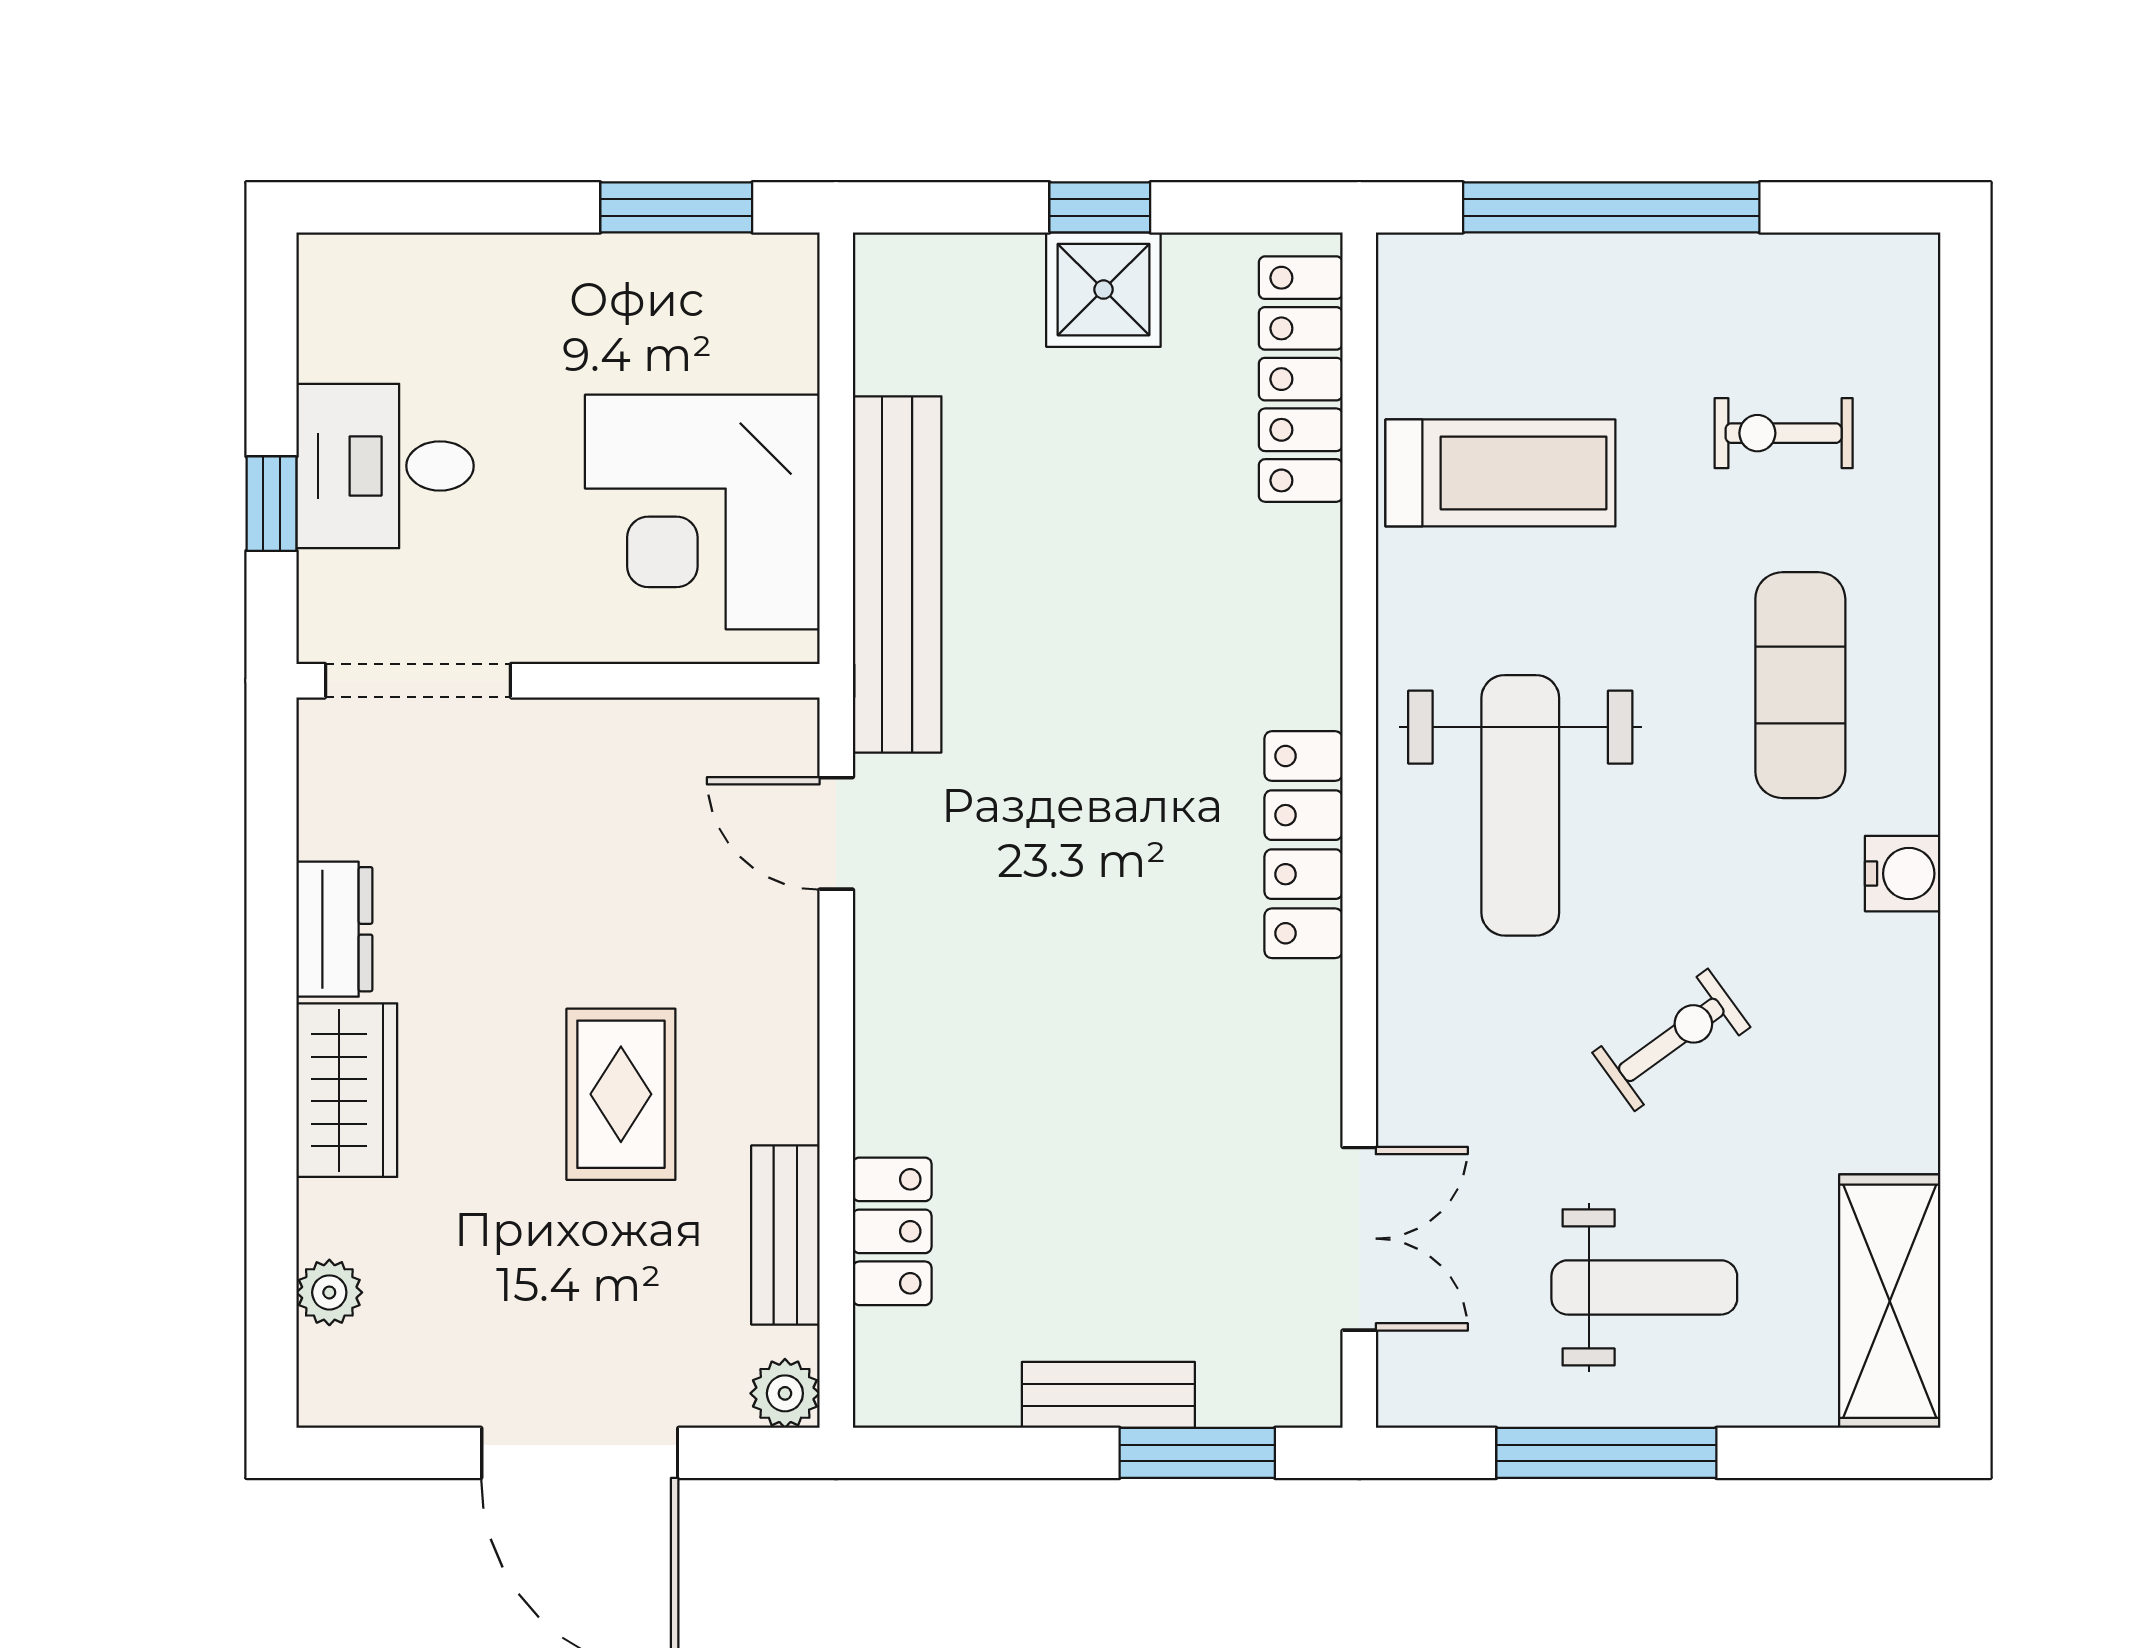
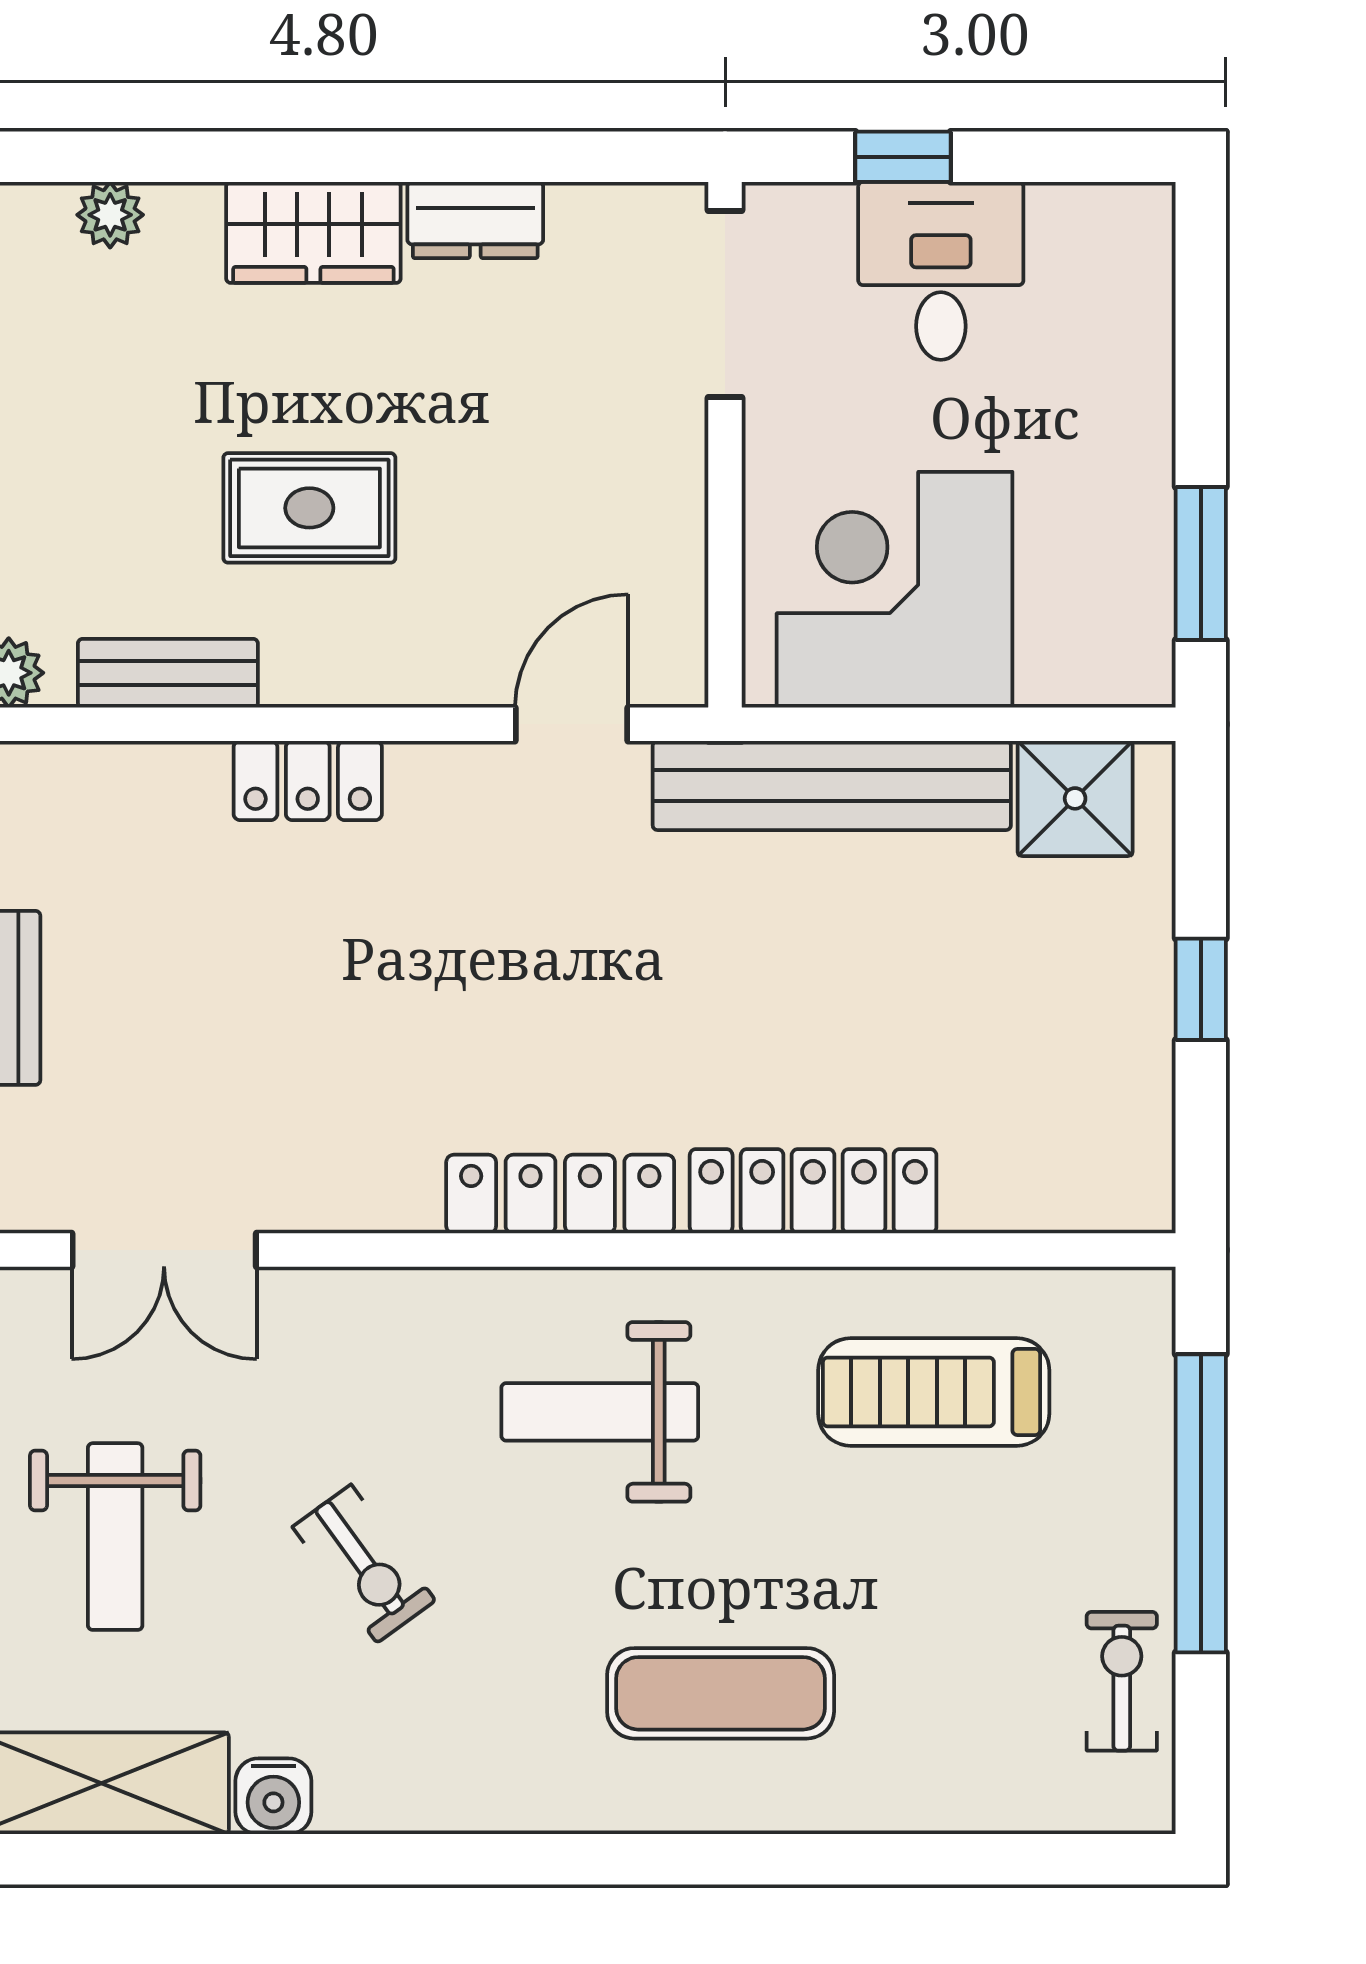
shower: (1103, 290) -> (1075, 798), moved
locker: (1301, 379) -> (813, 1191), moved
exercise bike: (1784, 433) -> (1122, 1681), moved
treadmill: (1500, 473) -> (934, 1392), turned 90
weight bench: (1520, 805) -> (600, 1412), width x0.73, depth x0.75
water cooler: (1903, 874) -> (273, 1796), moved
locker: (892, 1231) -> (308, 781), moved

